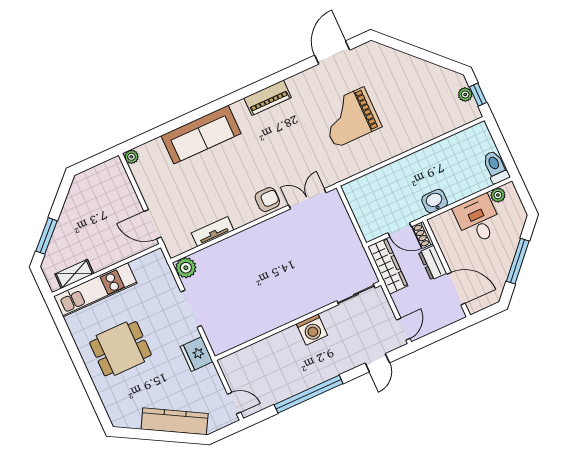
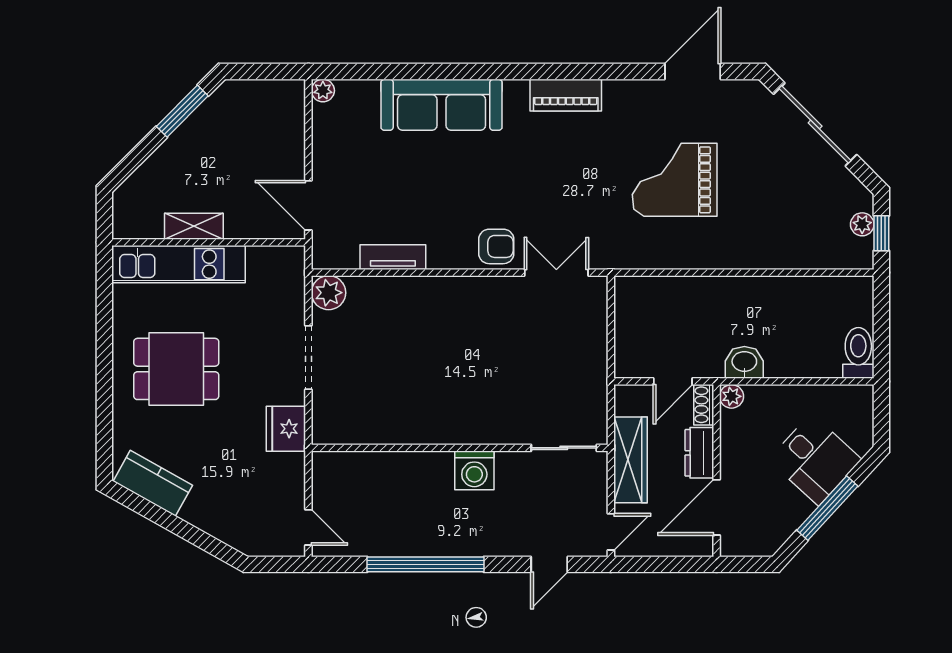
sliding door: (414, 51) -> (815, 124), added
plant: (498, 195) -> (732, 396), moved
desk: (478, 219) -> (815, 459), moved, turned 133
door: (400, 230) -> (673, 381), hinge flipped
window: (46, 236) -> (182, 111), moved
wardrobe: (388, 266) -> (630, 460), moved
shelving: (74, 274) -> (194, 226), moved
door: (456, 289) -> (717, 507), swing flipped
kitchen counter: (175, 421) -> (153, 483), moved, width x0.67

